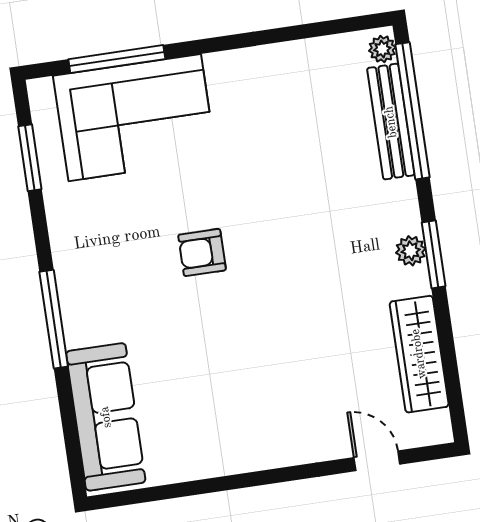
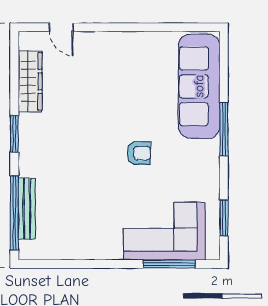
plant: (382, 49) -> (26, 248), removed
plant: (411, 251) -> (26, 138), removed
sofa: (106, 417) -> (199, 86), width x1.36, depth x1.27

